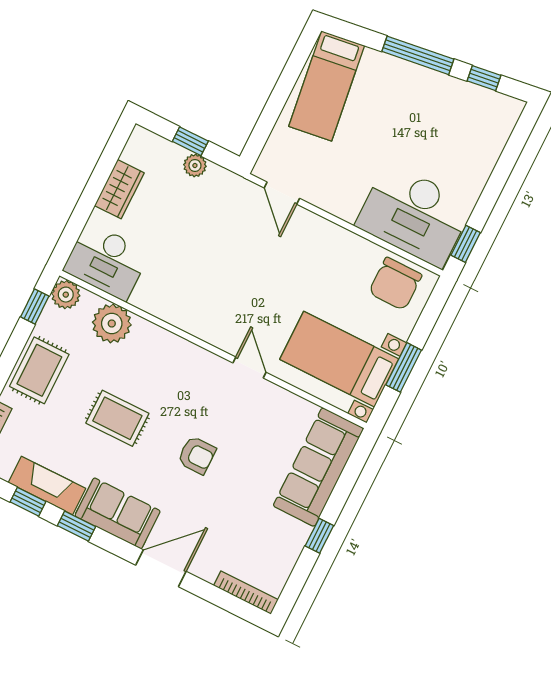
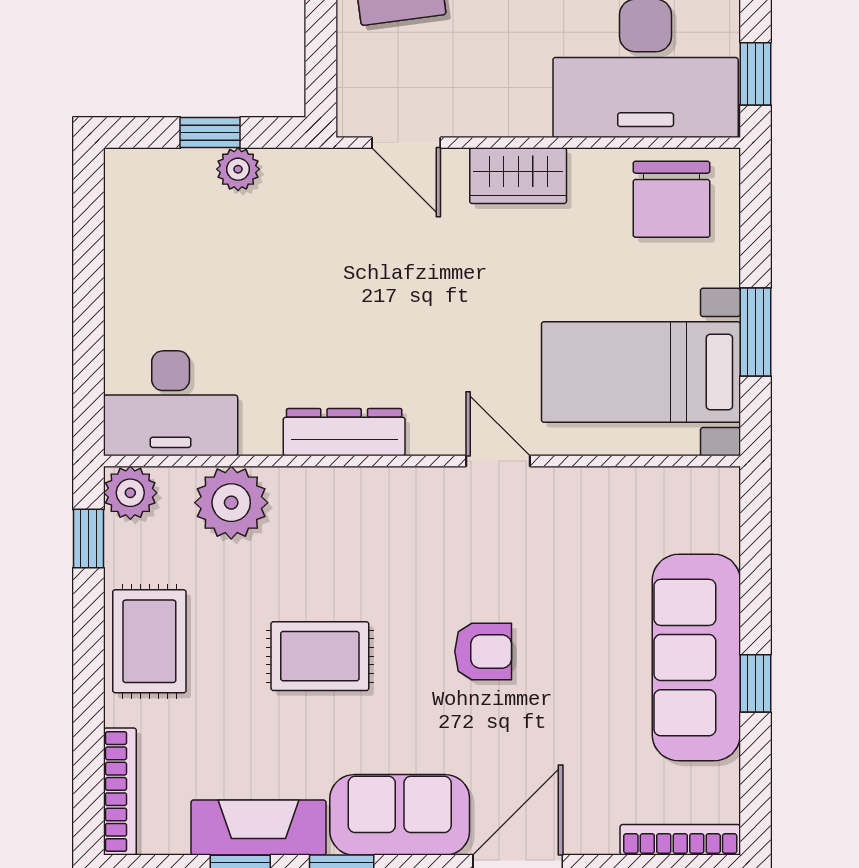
wardrobe: (119, 189) -> (518, 176), moved, turned 90
dresser: (183, 317) -> (344, 432), added
sofa: (318, 467) -> (696, 658), moved

